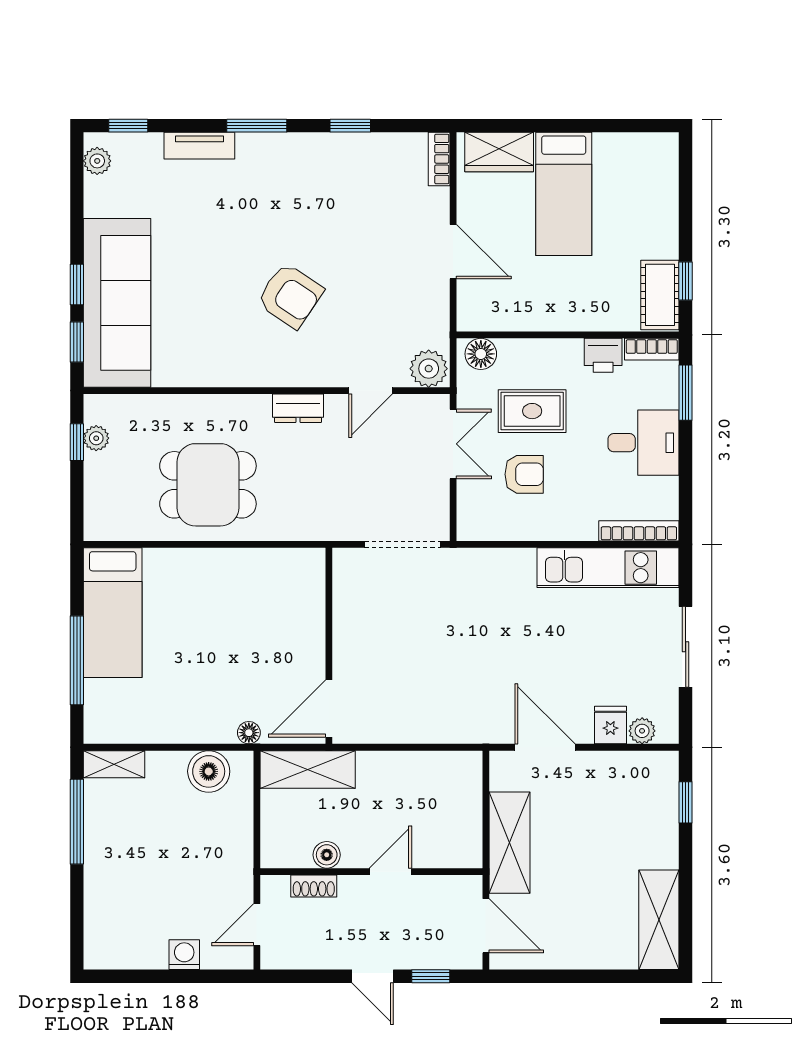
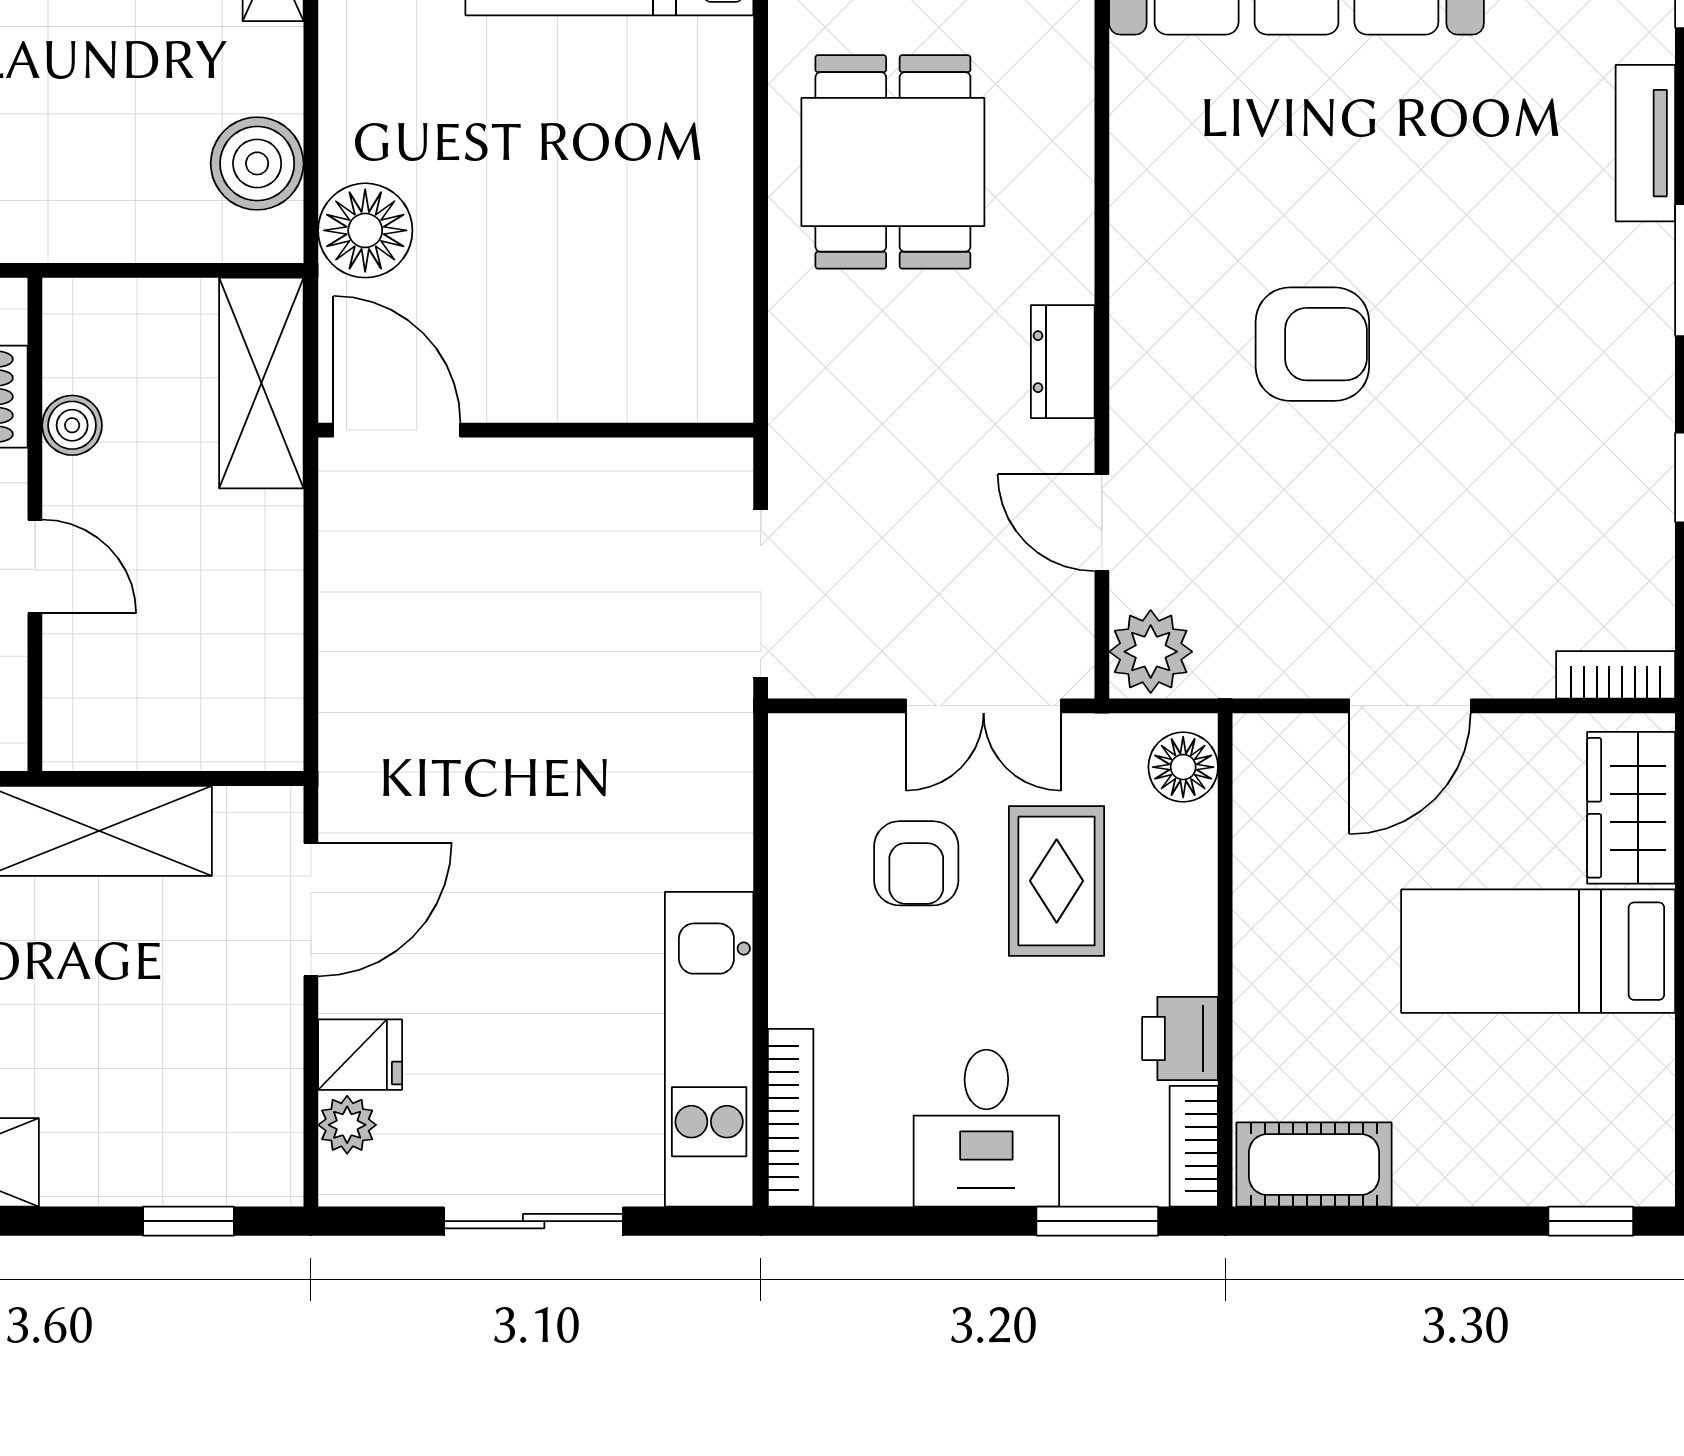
window: (686, 281) -> (1591, 1221), moved
armchair: (290, 296) -> (1312, 344), turned -124
floor lamp: (249, 733) -> (365, 230), width x1.89, depth x1.89

